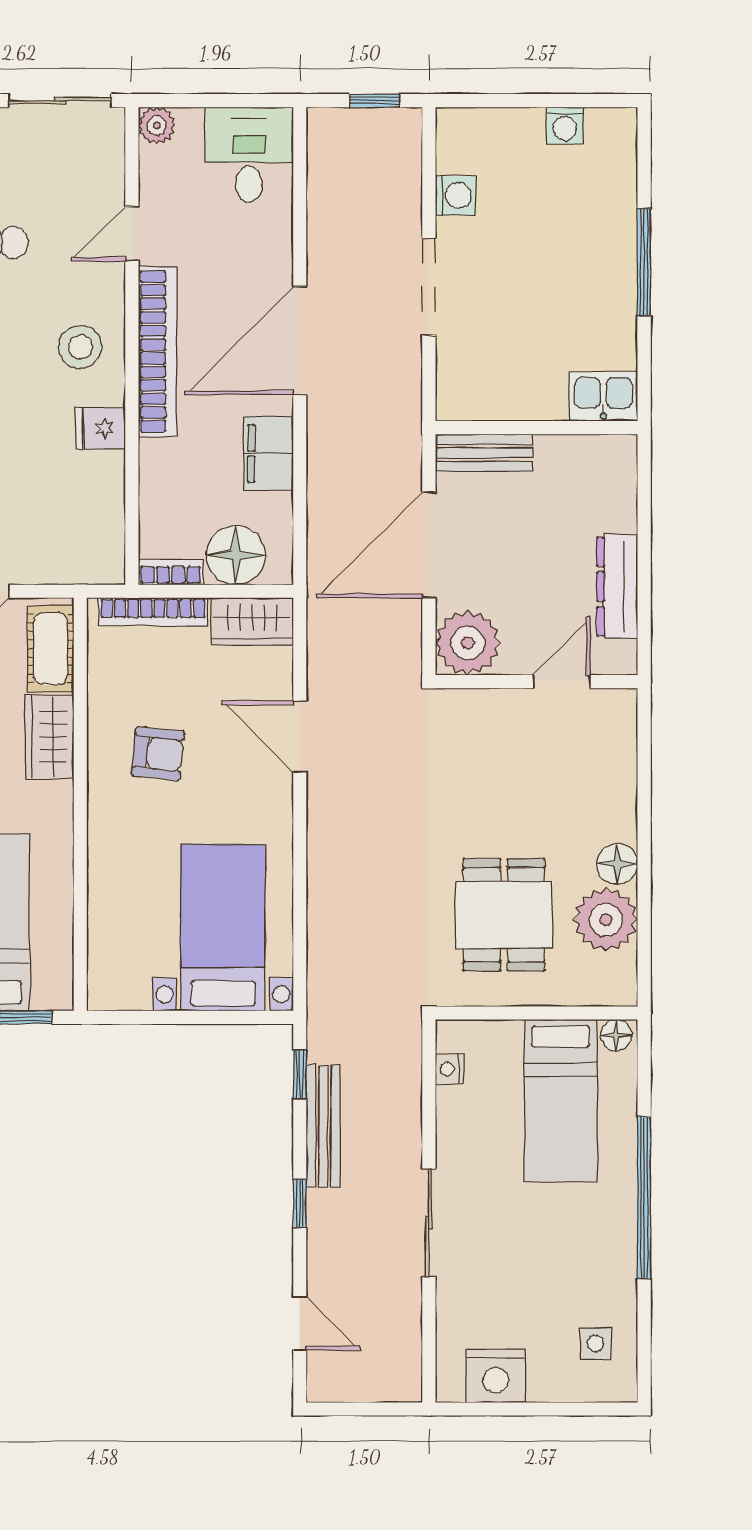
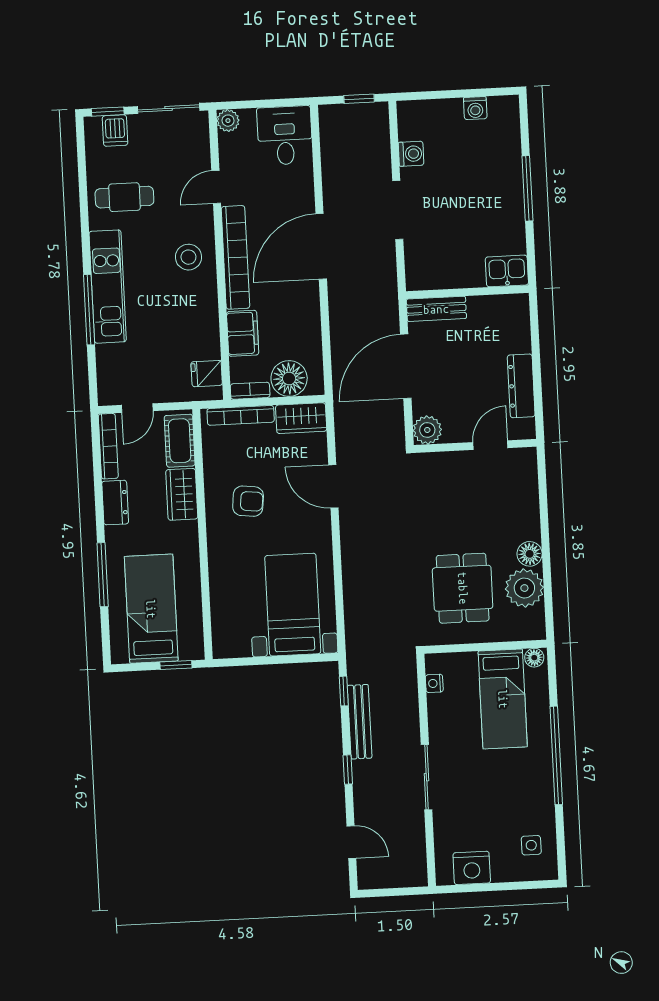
fridge: (101, 428) -> (207, 374), moved
filing cabinet: (269, 453) -> (243, 333), moved, turned 180
plant: (468, 643) -> (427, 430), width x0.73, depth x0.73

